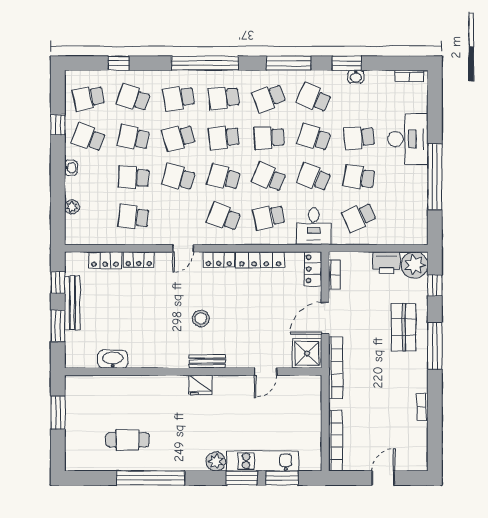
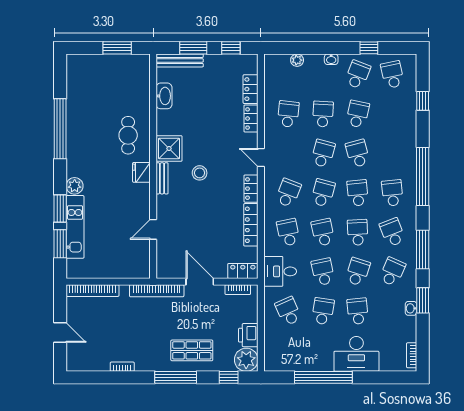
school desk: (134, 98) -> (392, 114), removed
school desk: (179, 98) -> (392, 153), removed
school desk: (269, 177) -> (323, 232), turned -36
school desk: (314, 177) -> (323, 272), turned -33
bench: (72, 303) -> (180, 60), moved
shower: (307, 353) -> (169, 148), moved
door: (266, 372) -> (153, 229), hinge flipped
cafe table: (127, 440) -> (128, 135), moved

